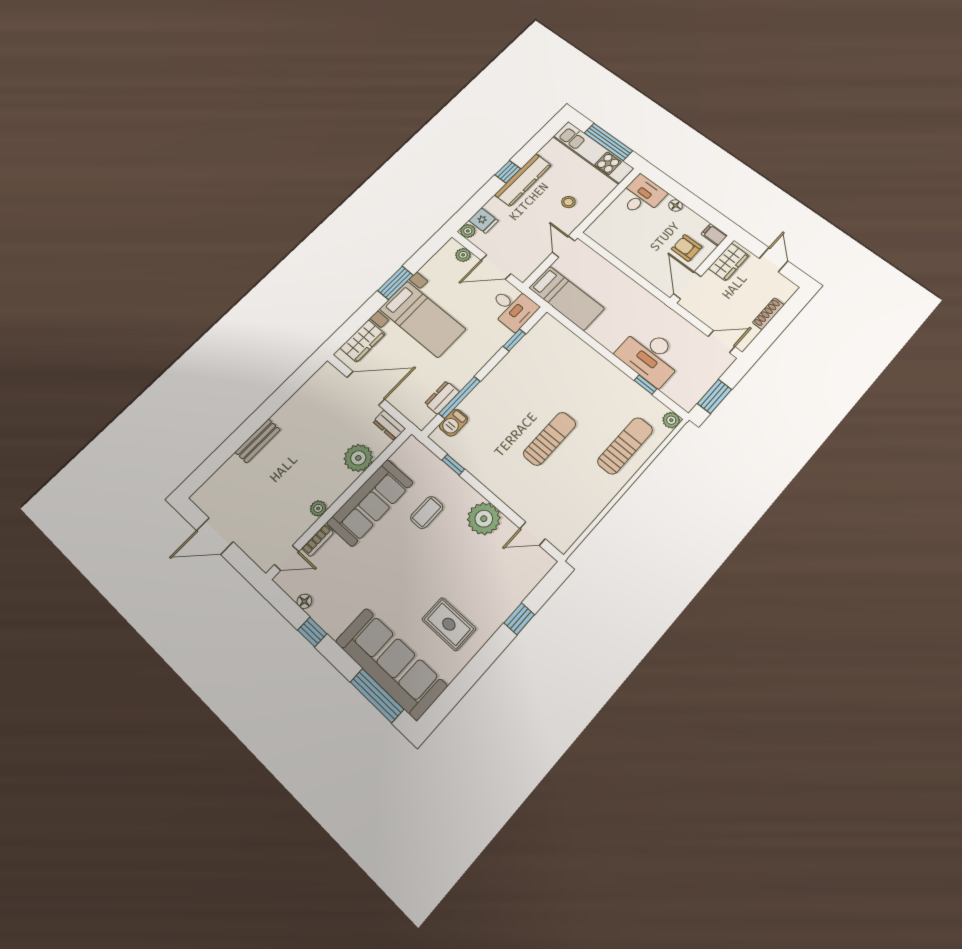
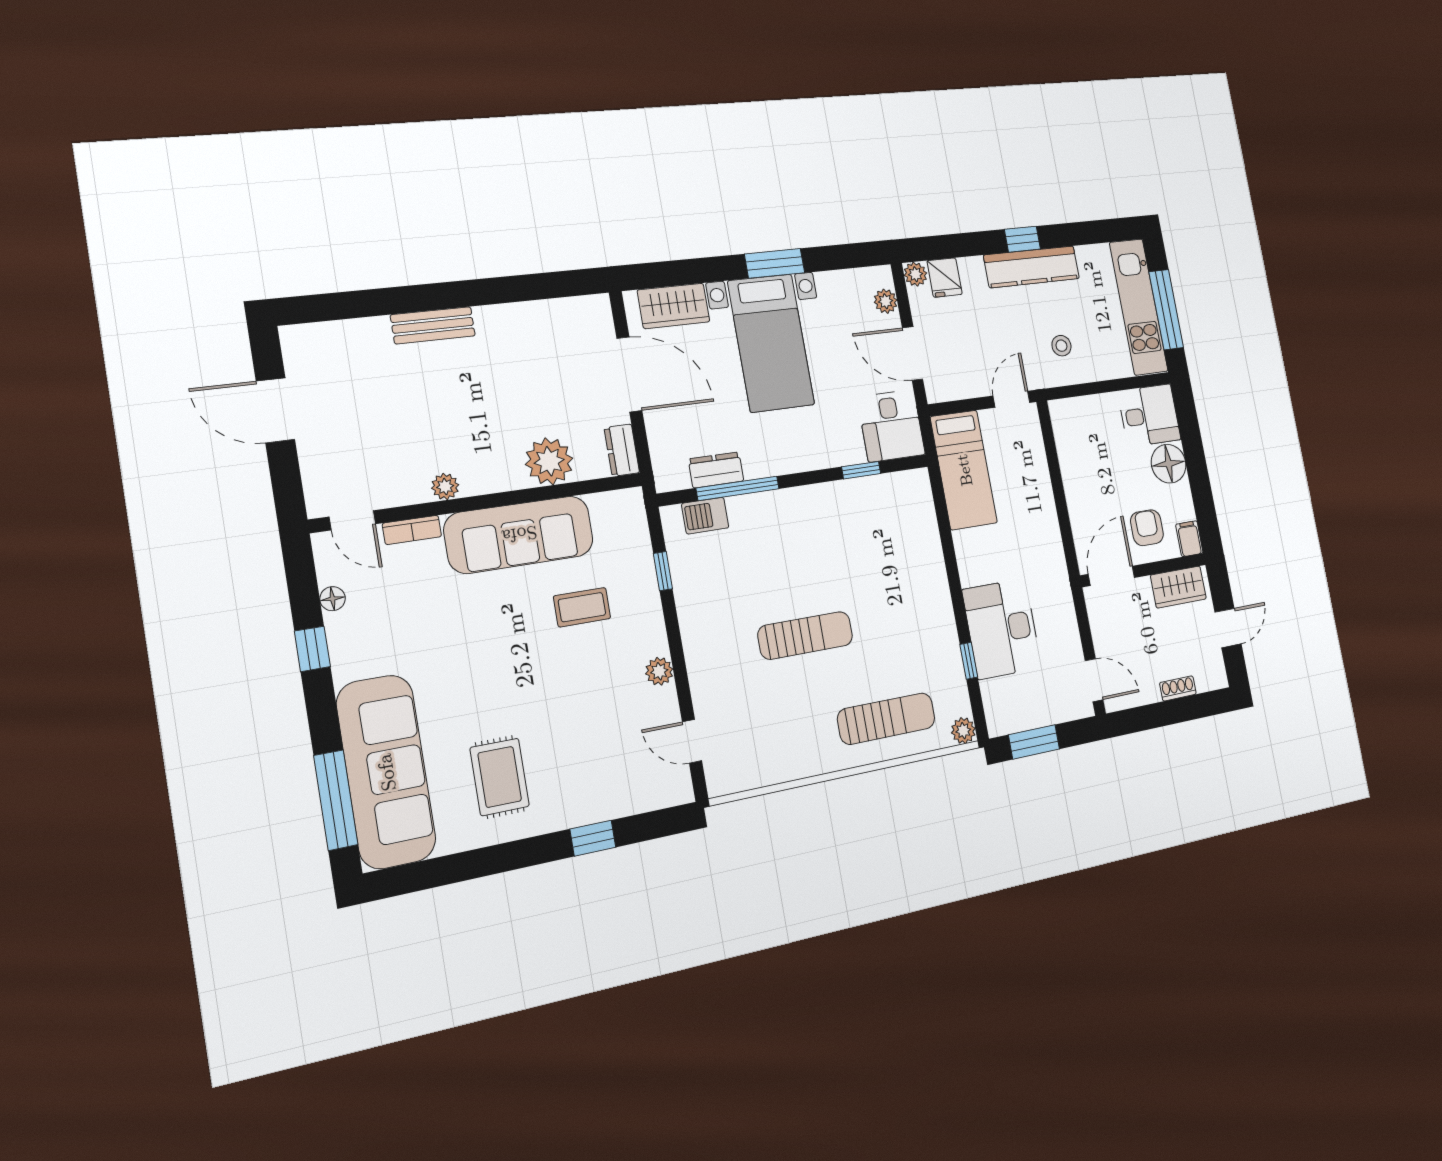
floor lamp: (676, 205) -> (1169, 464), width x1.89, depth x1.89
shoe rack: (768, 314) -> (1178, 688), width x0.70
plant: (484, 519) -> (659, 671), width x0.53, depth x0.53

